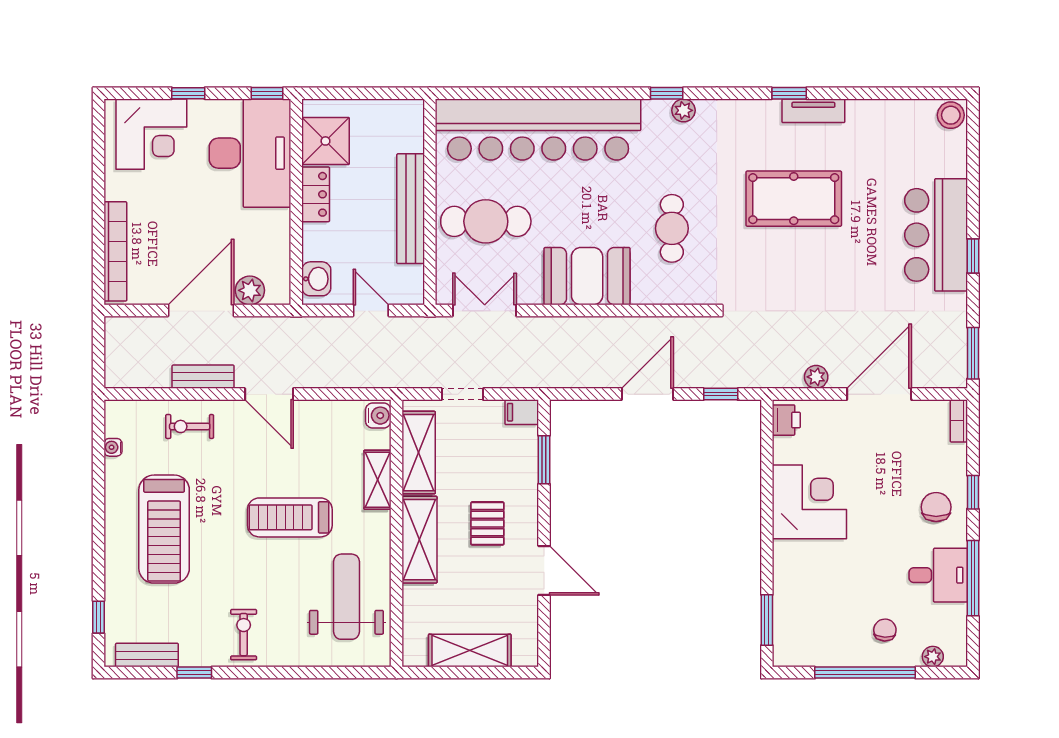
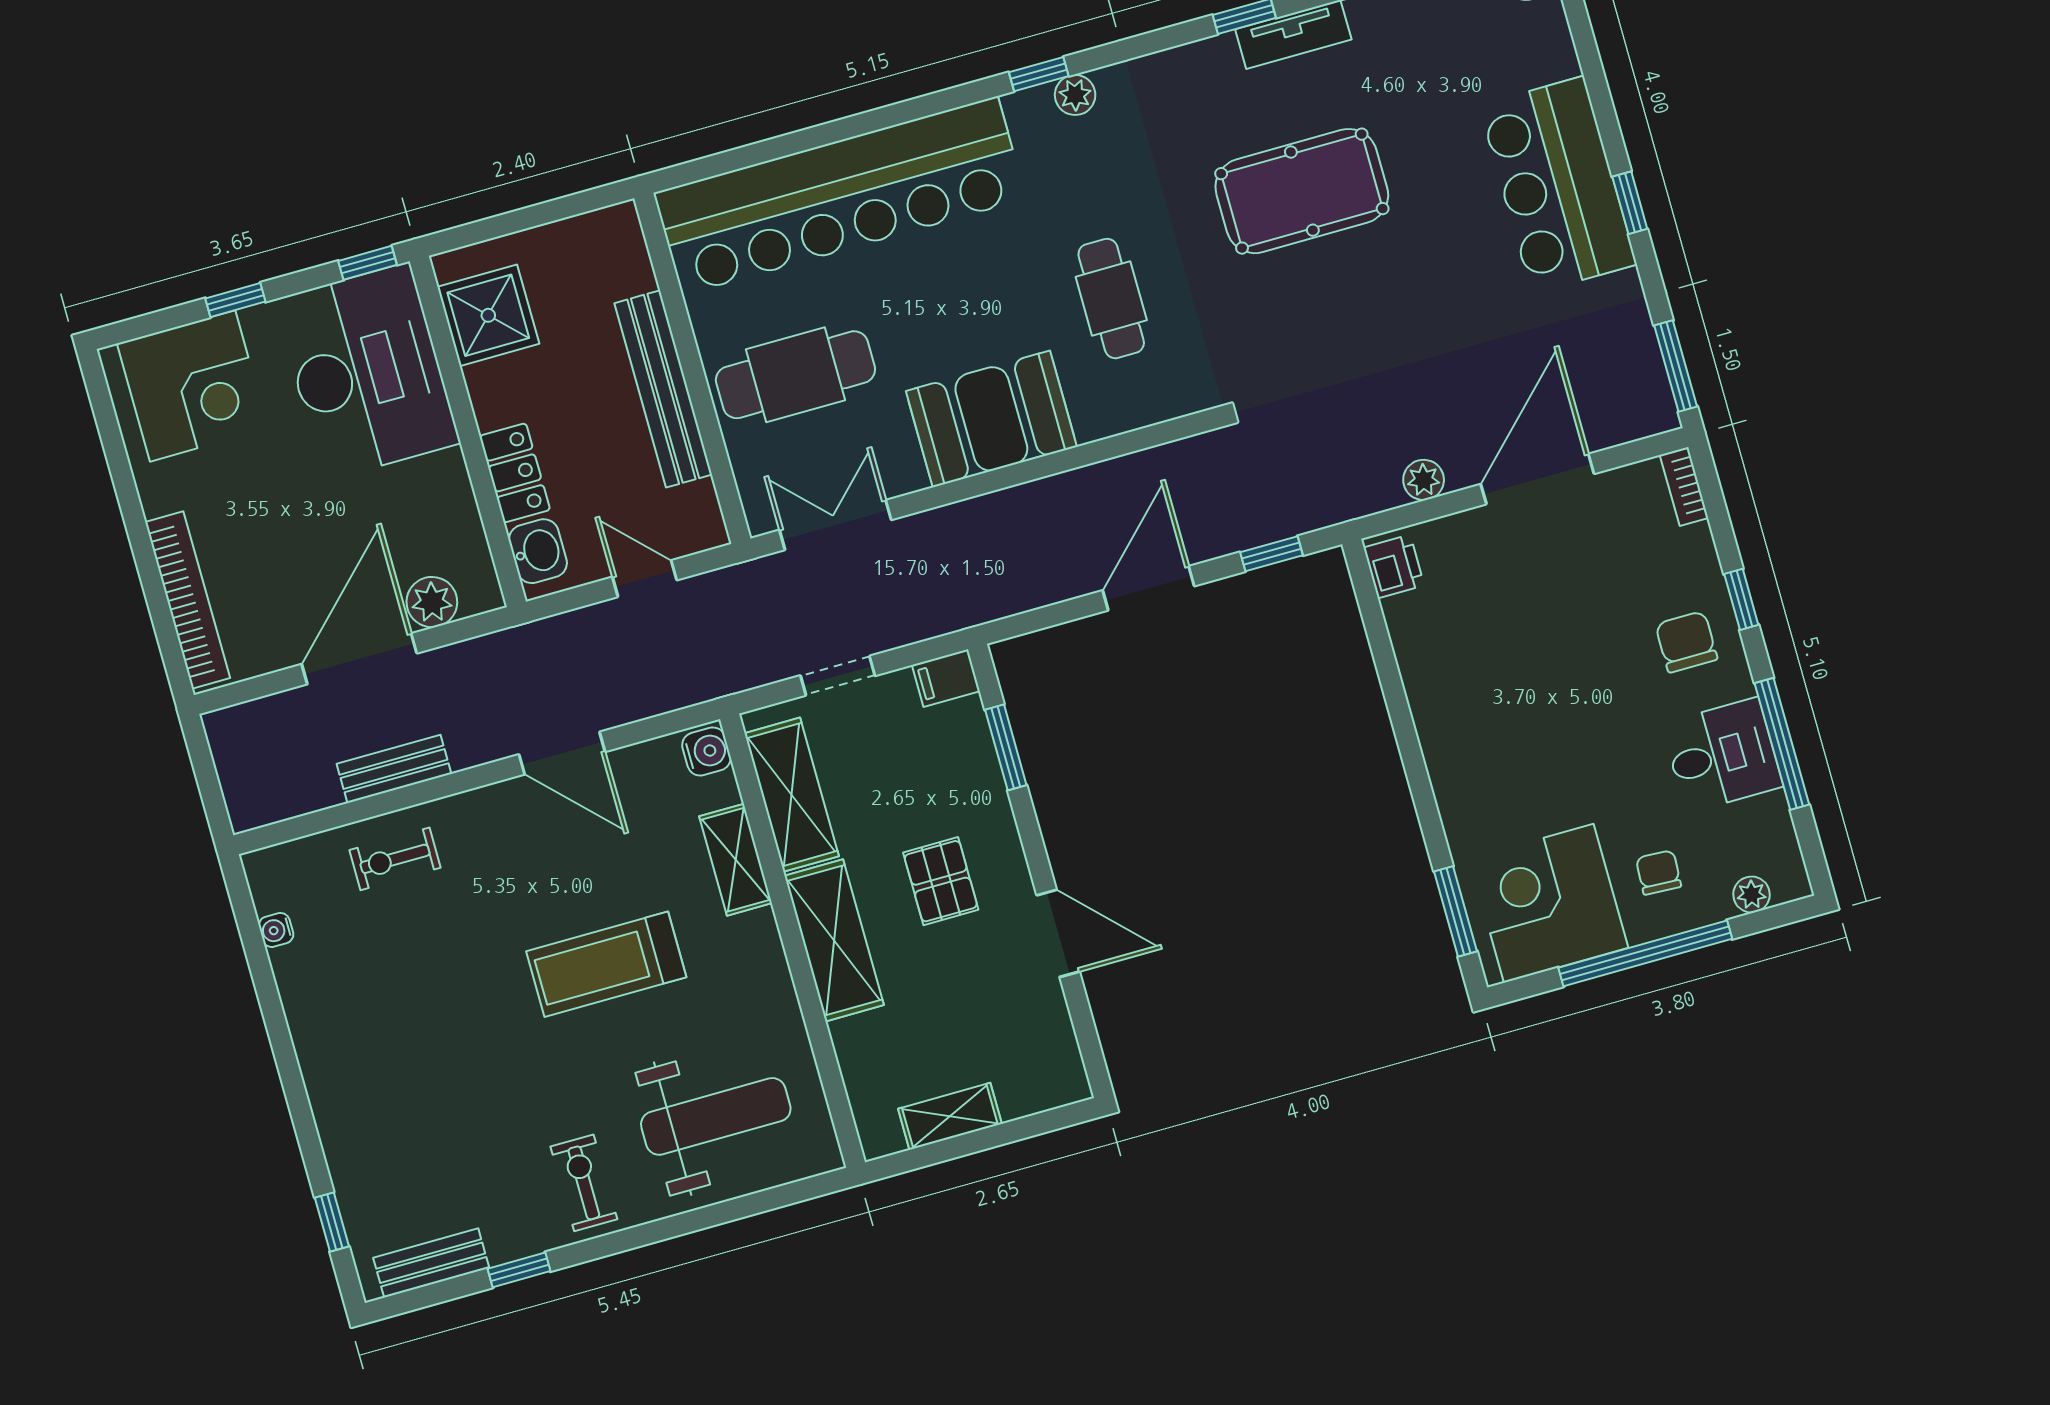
locker: (316, 194) -> (515, 473), moved
door: (269, 394) -> (562, 753), moved
corner desk: (809, 502) -> (1549, 903), moved, turned -90
treadmill: (164, 529) -> (400, 1043), removed
weight bench: (346, 597) -> (716, 1116), moved, turned 90
shelving: (470, 651) -> (950, 1116), width x0.67, depth x0.75

